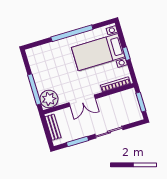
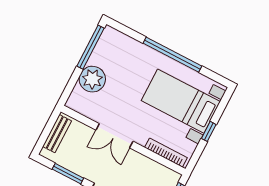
window: (34, 89) -> (91, 47), moved
plant: (49, 99) -> (92, 79), moved

